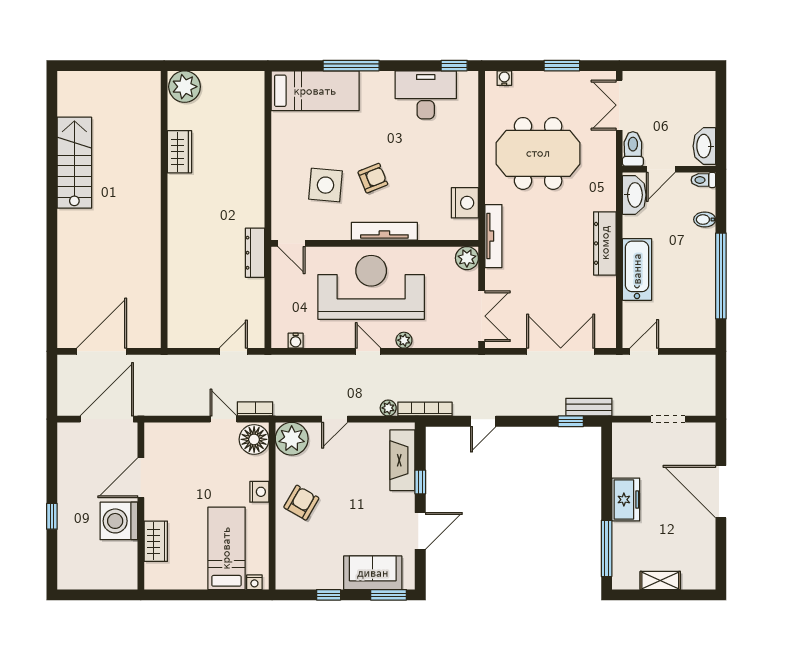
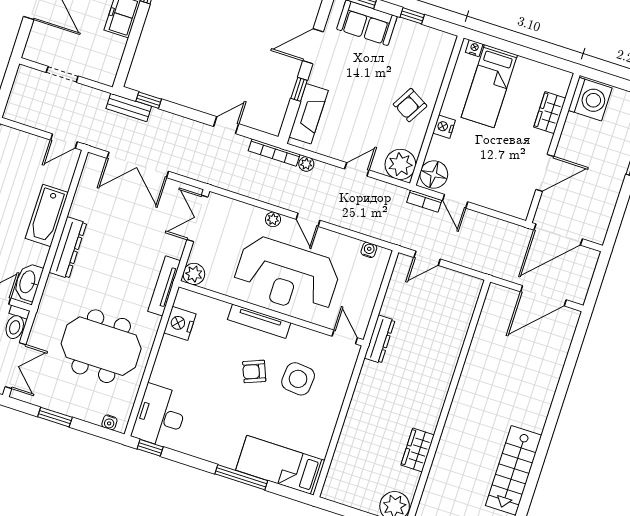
desk: (426, 95) -> (160, 416), moved, turned 90
washing machine: (119, 521) -> (590, 99), moved

